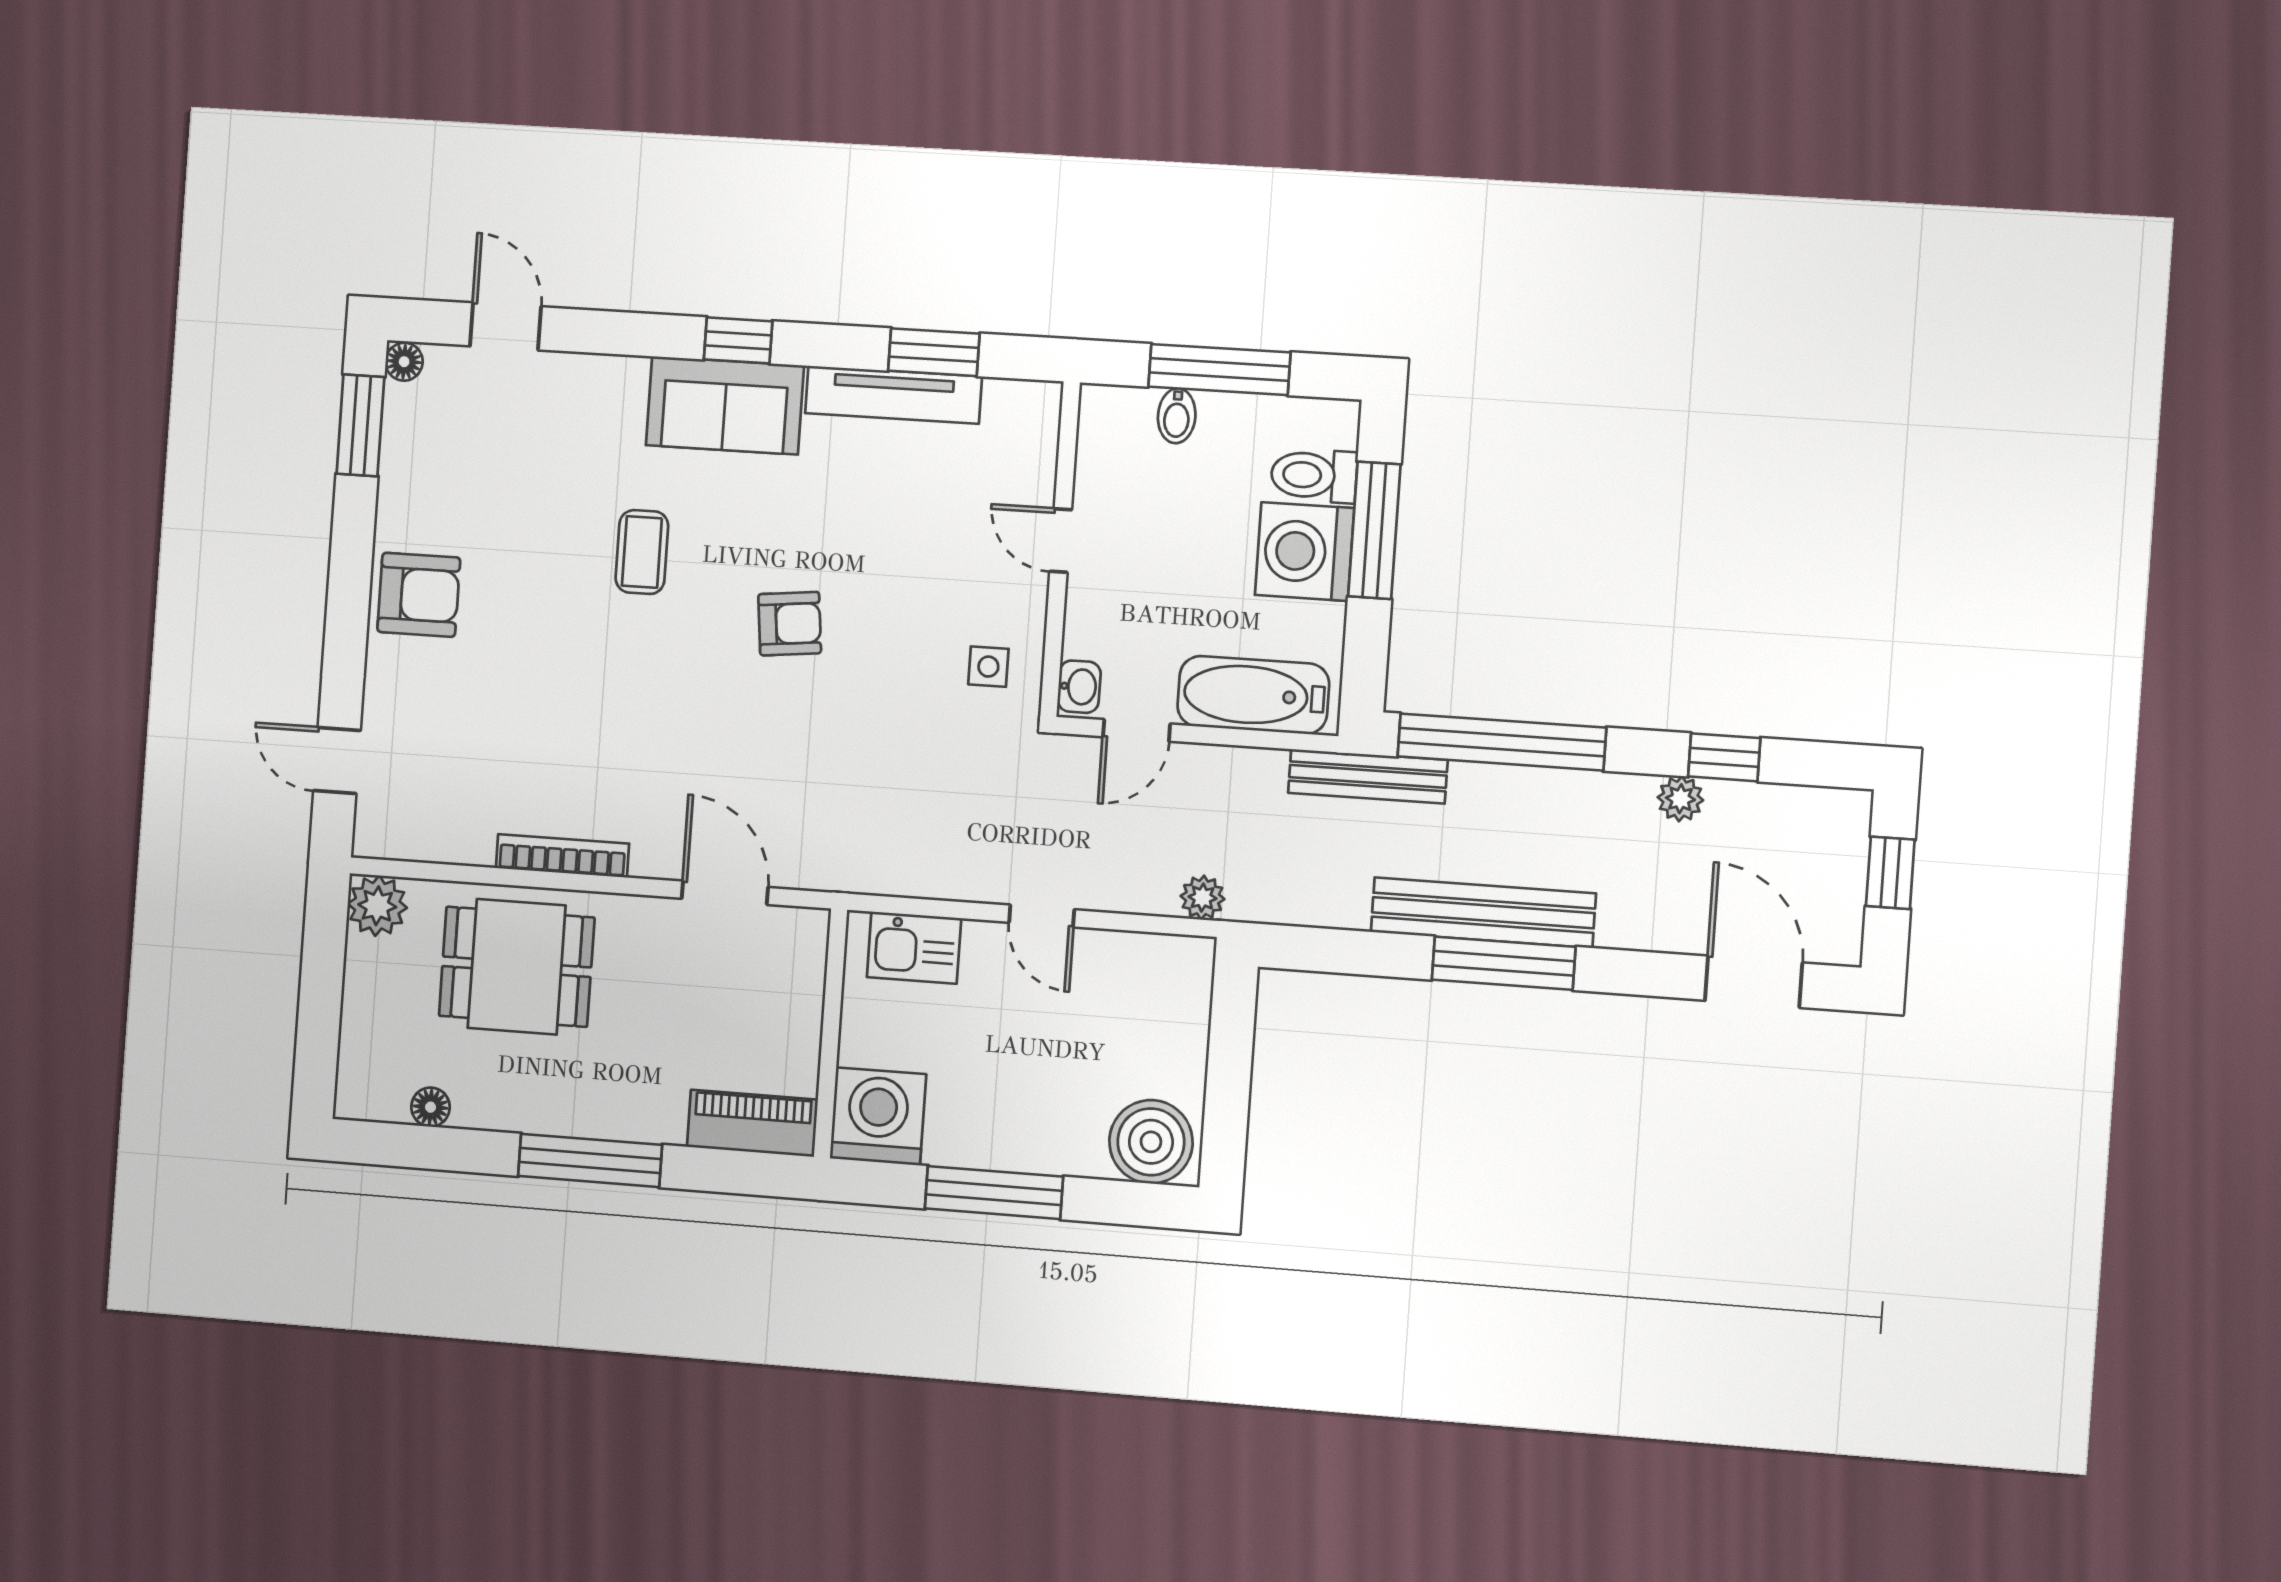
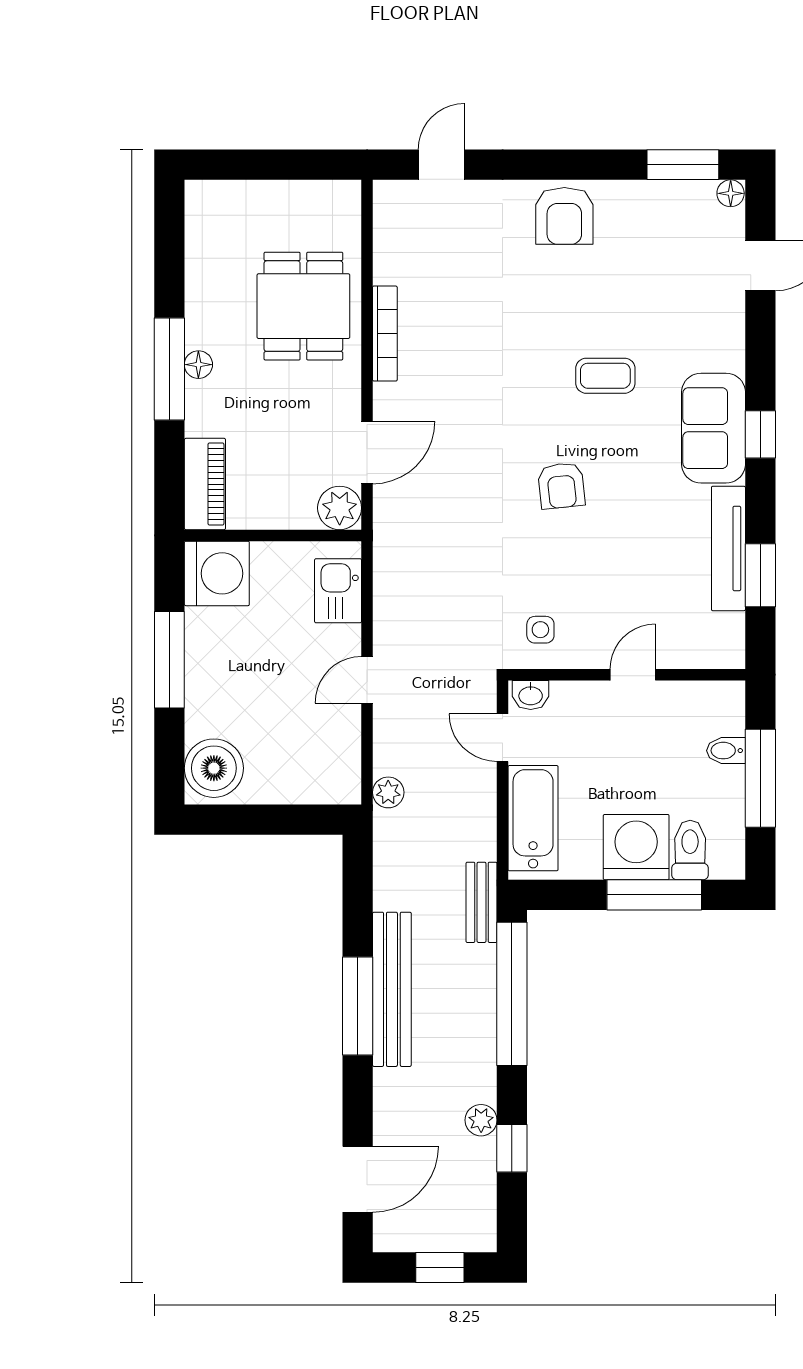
bench: (1368, 776) -> (481, 902), width x0.73
plant: (377, 906) -> (340, 508), moved
floor lamp: (431, 1107) -> (198, 365), moved

